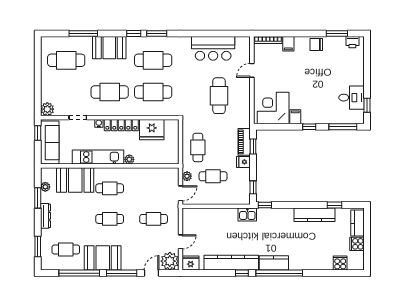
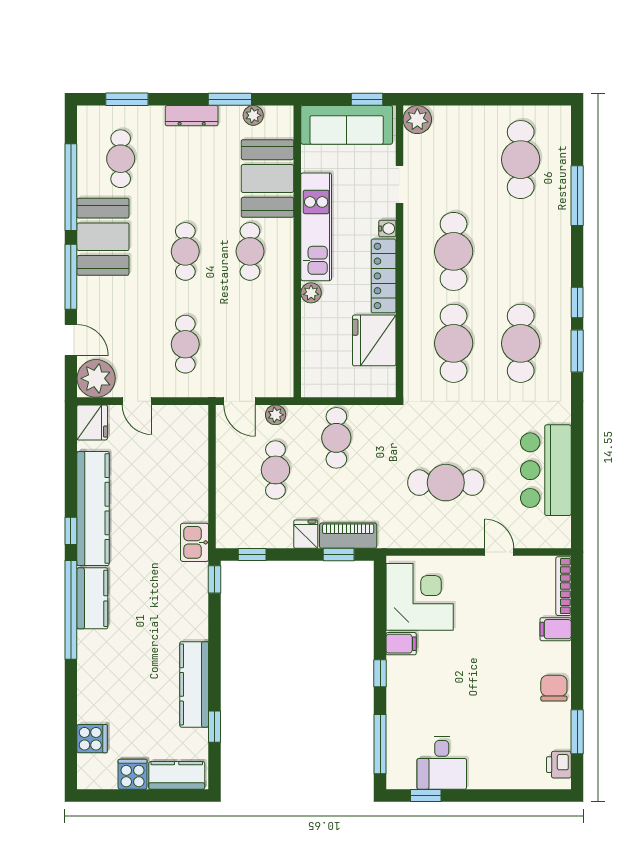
booth: (109, 48) -> (547, 251), removed
cafe table: (198, 147) -> (336, 438), turned 90

